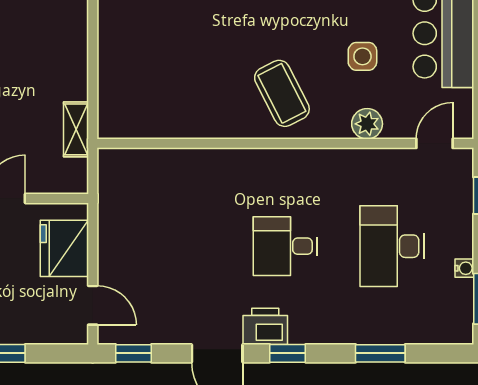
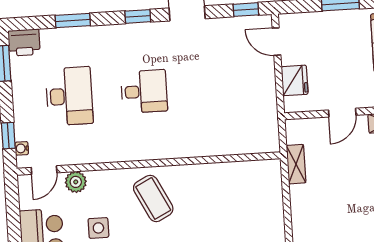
plant: (367, 124) -> (76, 182), moved
fridge: (64, 248) -> (295, 80), width x0.73, depth x0.75
water cooler: (464, 268) -> (22, 148), moved
printer: (265, 326) -> (24, 43), moved

